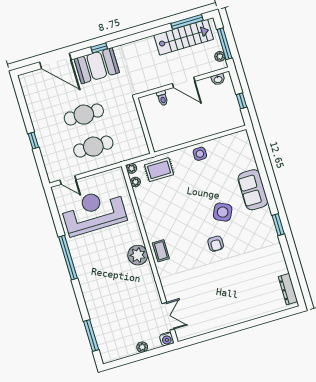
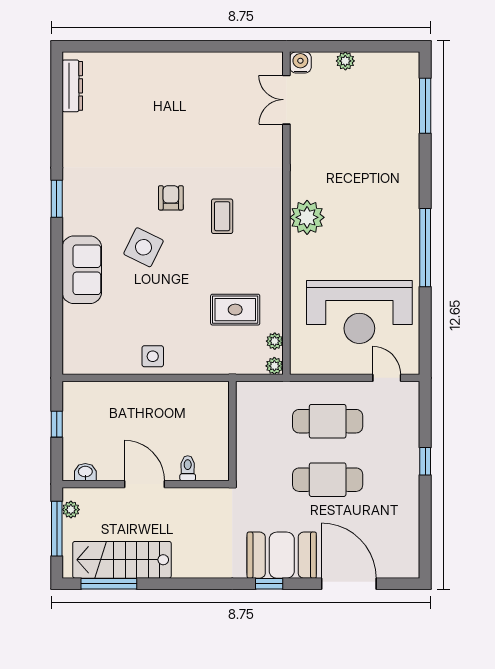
rug: (159, 170) -> (235, 310), moved
coffee table: (161, 251) -> (222, 216), moved

